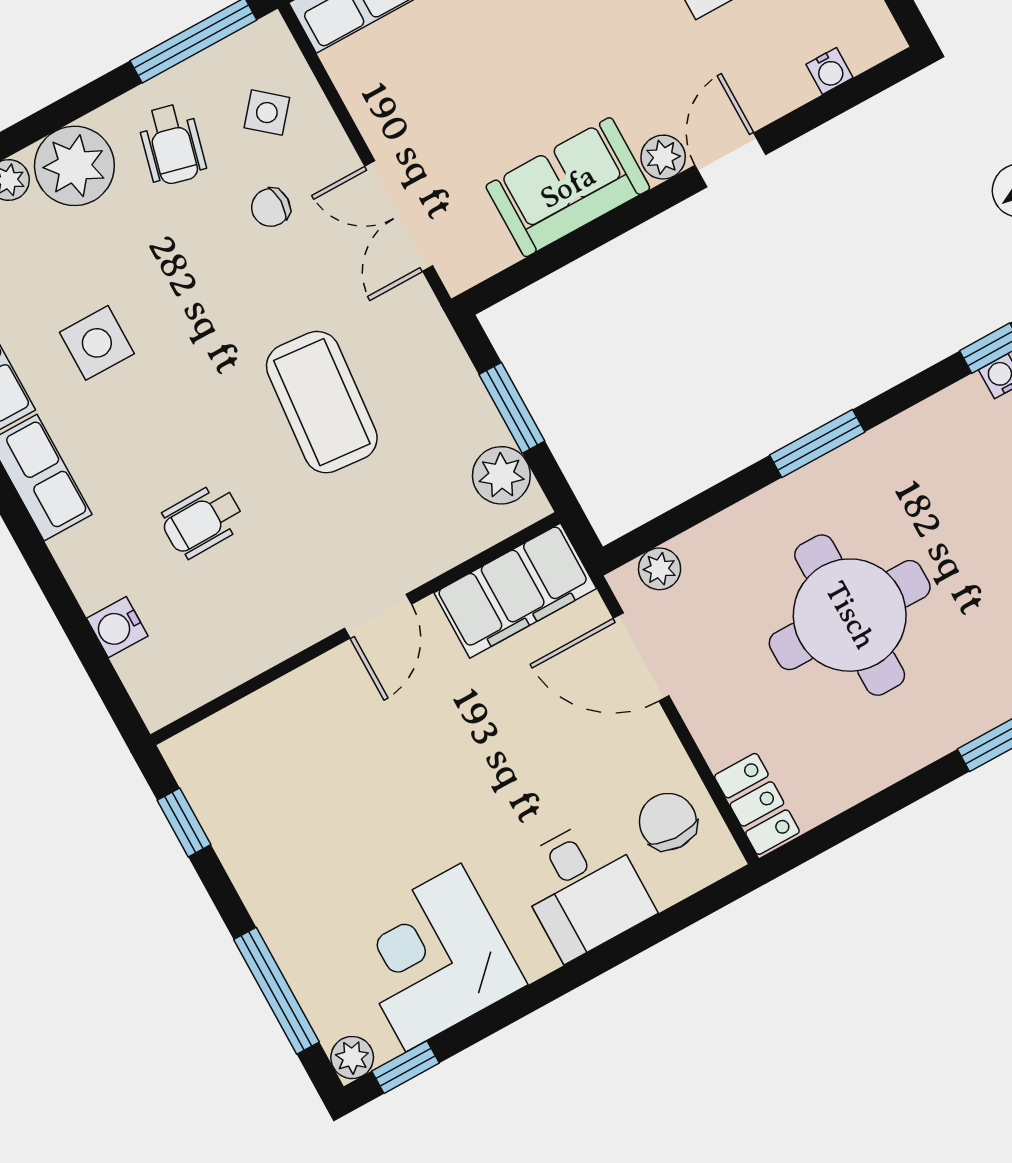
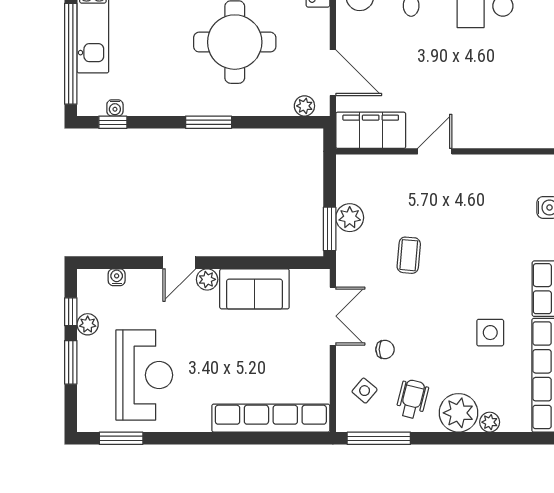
coffee table: (322, 402) -> (409, 255), width x0.54, depth x0.58
window: (512, 408) -> (330, 229), moved
plant: (501, 475) -> (350, 218), moved
wheelchair: (202, 520) -> (487, 233), removed

